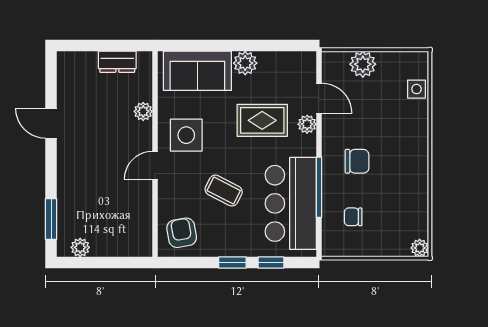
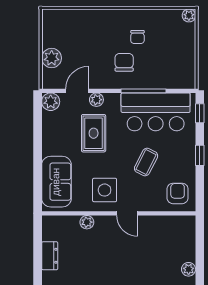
dresser: (117, 62) -> (50, 256), moved
plant: (245, 63) -> (51, 102), moved
side table: (417, 89) -> (70, 18), removed
chair: (353, 217) -> (137, 37), moved
armchair: (182, 233) -> (178, 193), turned 100
window: (271, 262) -> (200, 113), moved

